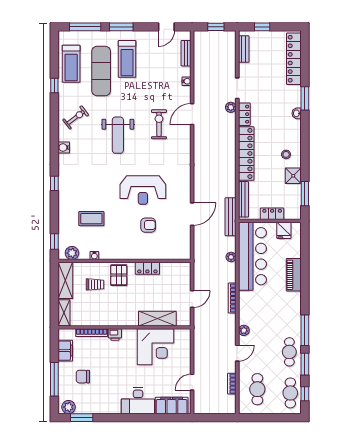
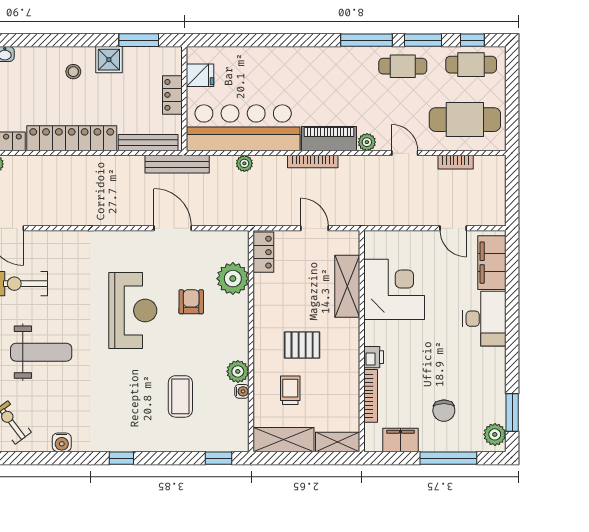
plant: (162, 250) -> (233, 279), added
plant: (72, 253) -> (238, 371), moved
locker: (147, 268) -> (263, 252), moved
pallet: (119, 275) -> (302, 345), moved
piano: (294, 275) -> (329, 139), moved, turned 180
cafe table: (257, 389) -> (465, 120), width x1.37, depth x1.35

